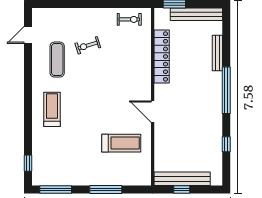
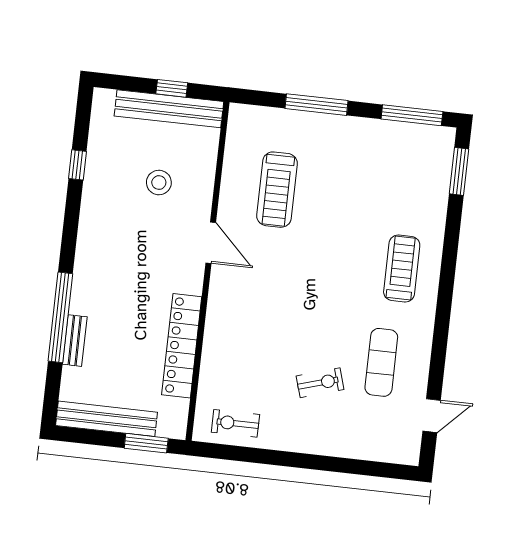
bench: (217, 53) -> (75, 341), width x0.73
window: (226, 90) -> (60, 317), moved
treadmill: (52, 109) -> (402, 268), turned 180
stool: (183, 140) -> (159, 183), added
treadmill: (121, 143) -> (277, 190), turned -90
window: (28, 163) -> (459, 171), width x1.50

